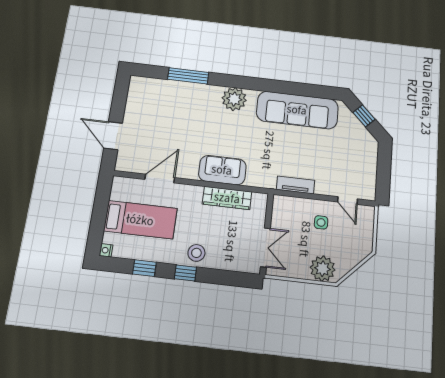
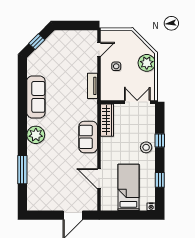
sofa: (297, 110) -> (36, 97), width x0.74, depth x0.79
wardrobe: (227, 198) -> (107, 120), moved
window: (186, 273) -> (160, 141), moved

